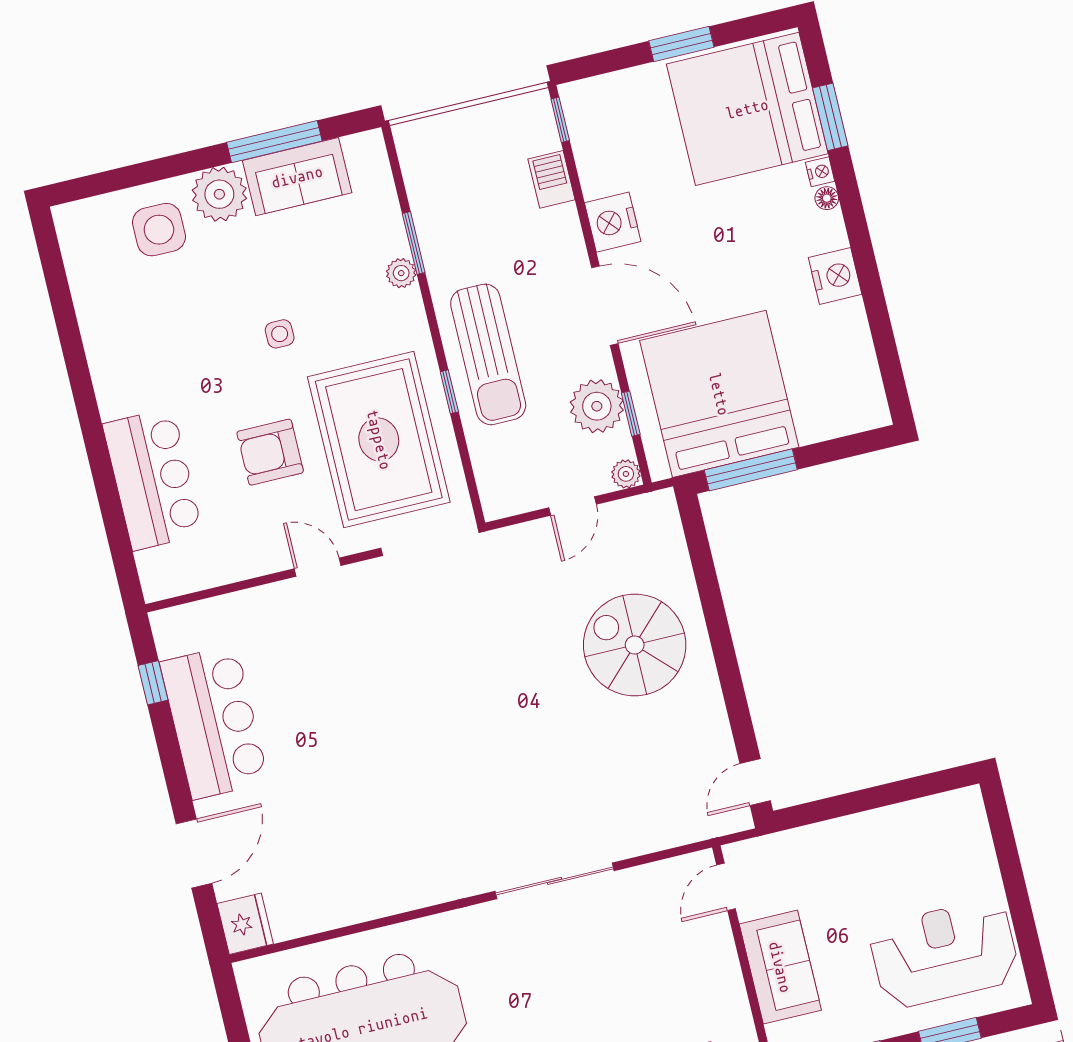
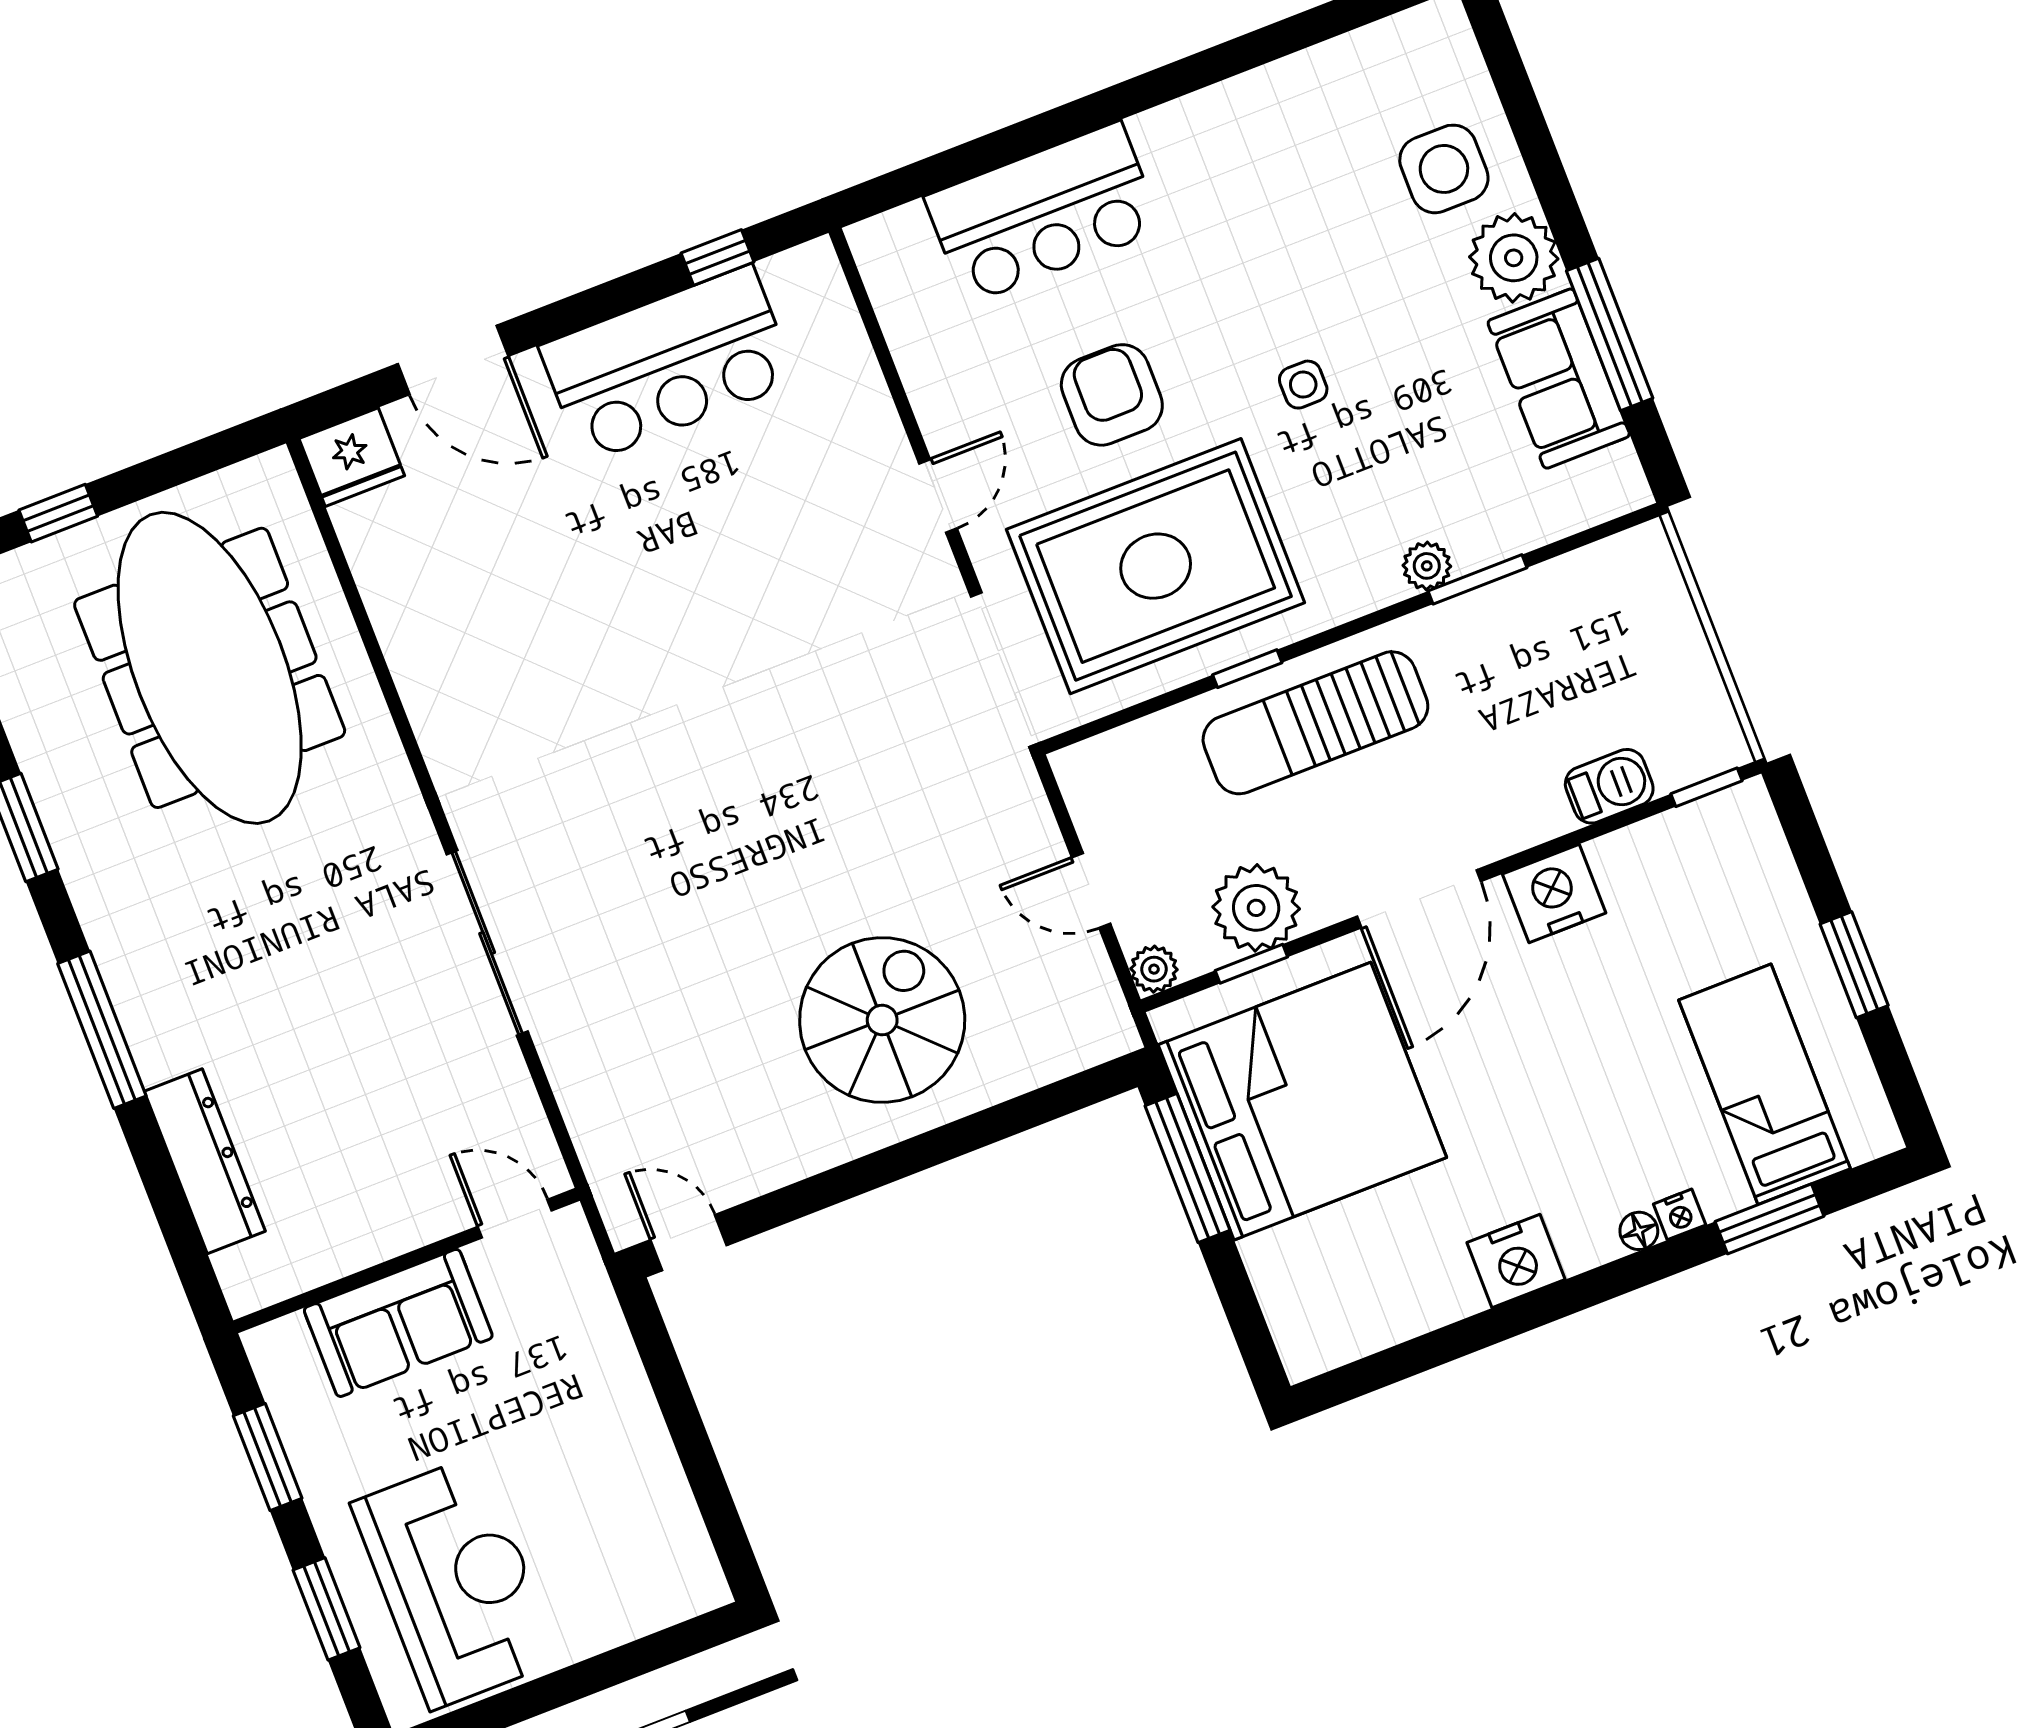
bed: (747, 109) -> (1765, 1084), width x0.49

